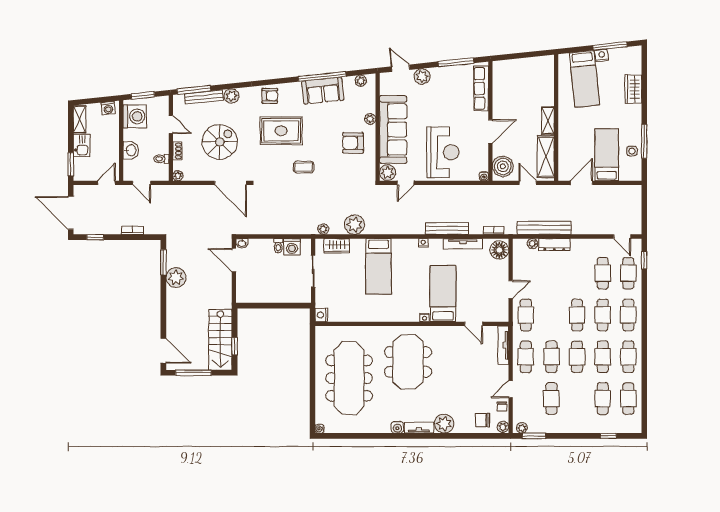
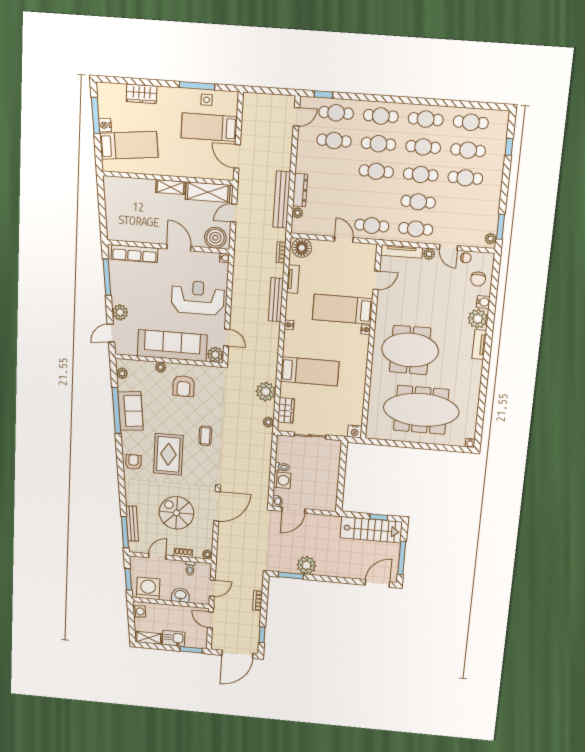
plant: (231, 96) -> (132, 498), removed
tv unit: (463, 244) -> (293, 279), width x0.71
washing machine: (292, 247) -> (282, 480), moved
cafe table: (551, 399) -> (465, 178), moved
water cooler: (397, 427) -> (483, 302), moved
plant: (503, 427) -> (429, 254), moved

